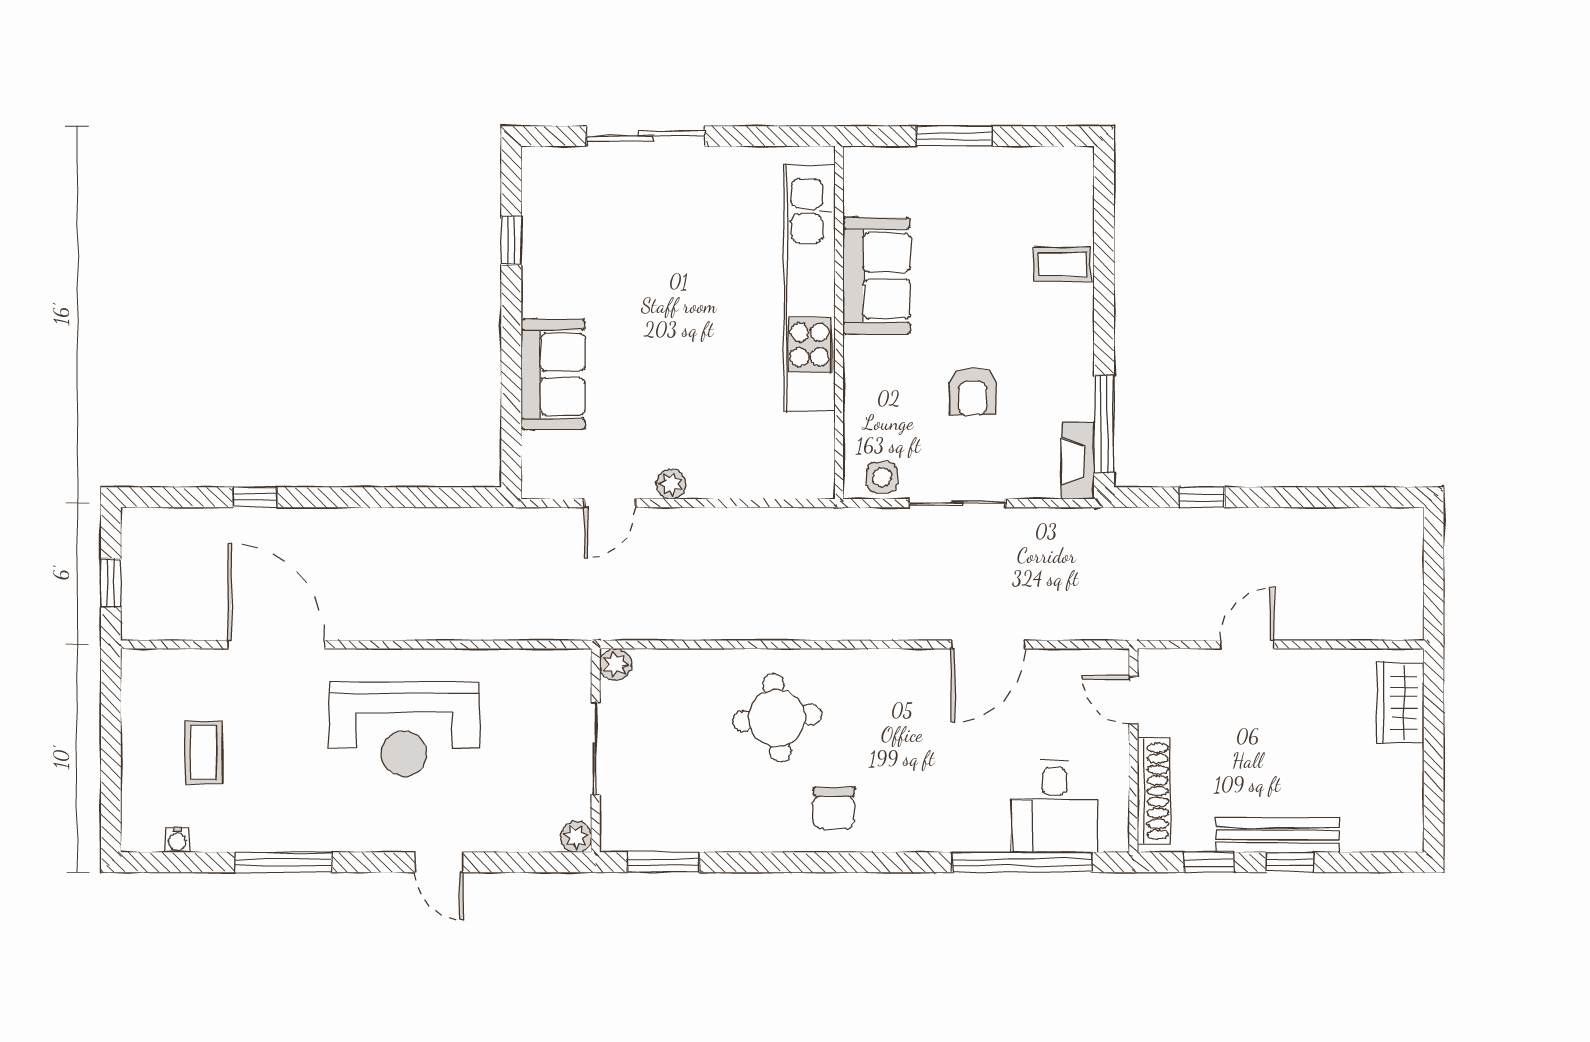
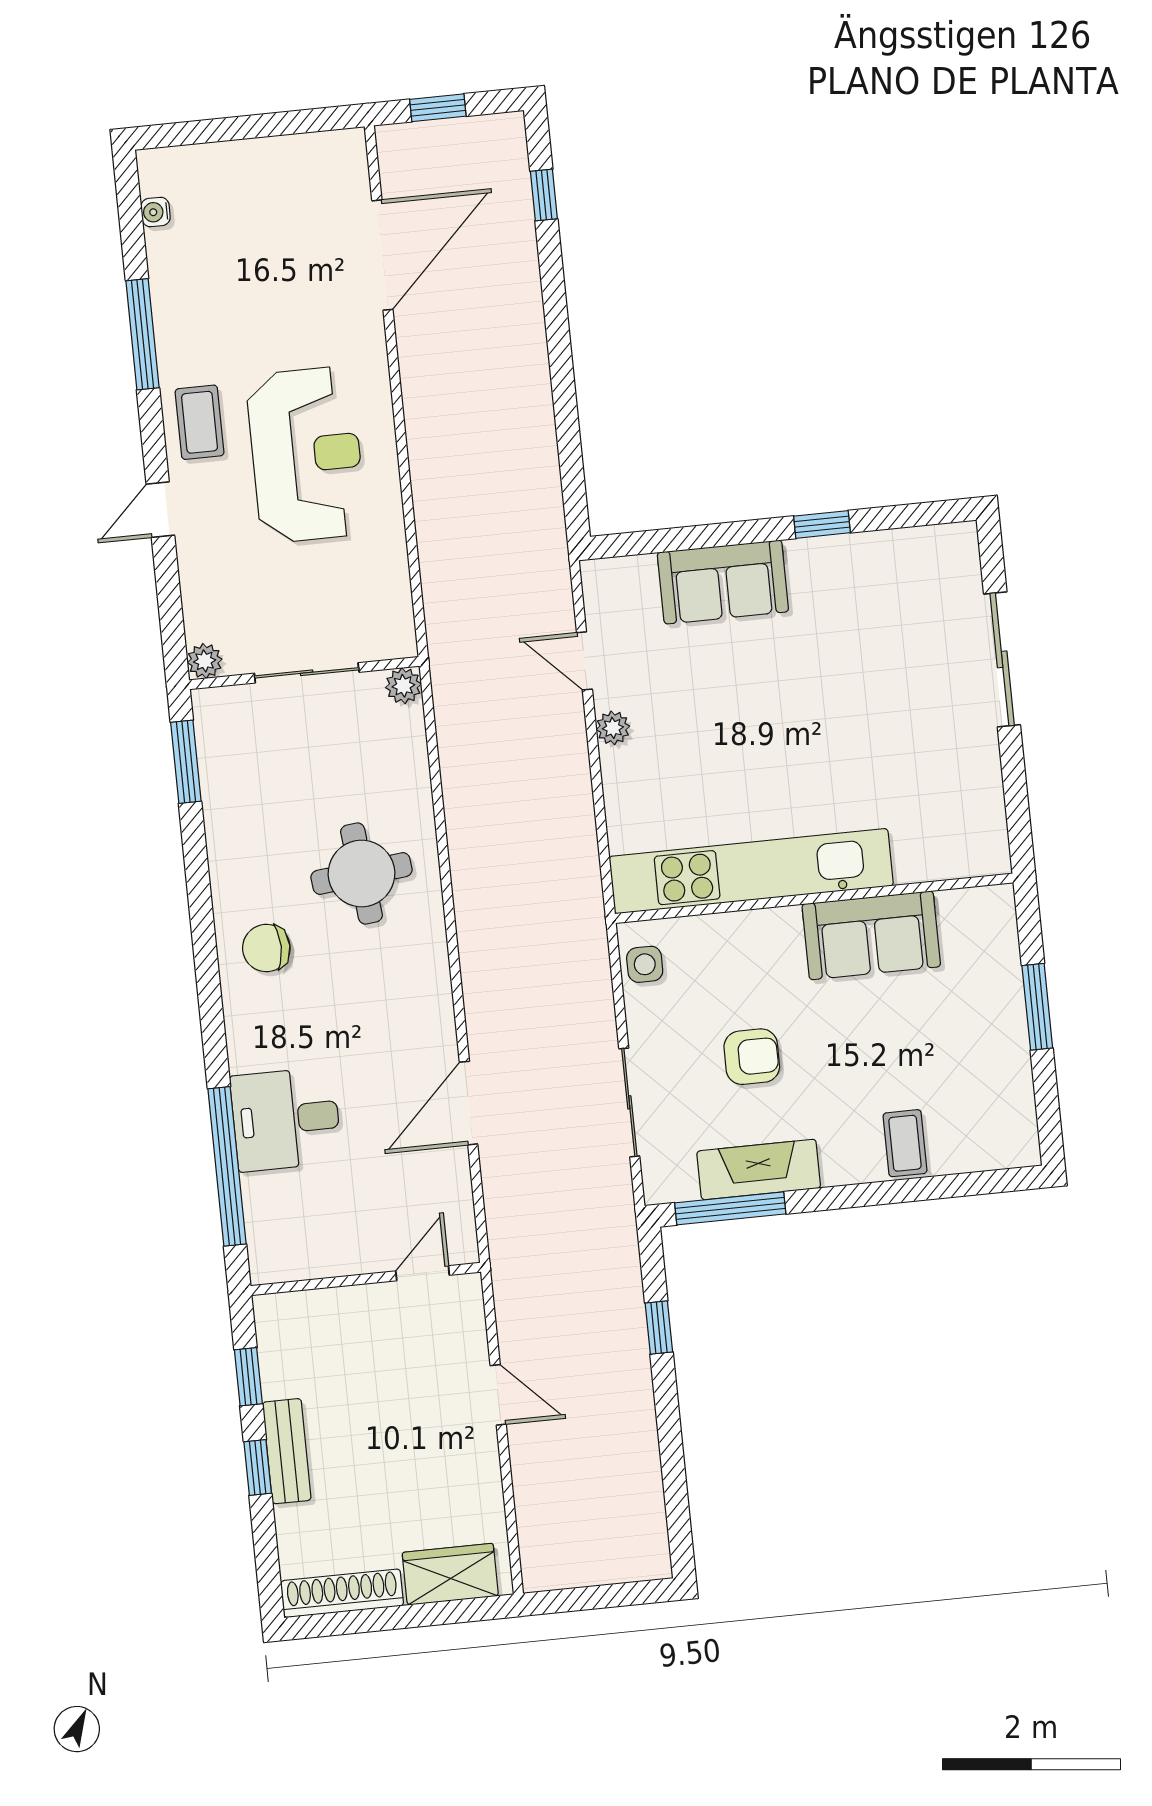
window: (511, 241) -> (822, 524), moved
kitchen unit: (810, 288) -> (751, 871), moved
armchair: (973, 392) -> (752, 1057), turned 180
fireplace: (1078, 461) -> (759, 1170), moved, width x1.37, depth x1.32
window: (255, 497) -> (544, 195), moved
sliding door: (957, 503) -> (629, 1102), moved
door: (276, 644) -> (382, 255), moved
door: (988, 644) -> (469, 1103), hinge flipped
reception desk: (404, 729) -> (306, 455), turned 180
coffee table: (204, 753) -> (200, 422), moved, turned 90
shoe rack: (1154, 791) -> (342, 1593), moved, turned 180
desk: (1054, 806) -> (286, 1119), moved
bench: (1278, 835) -> (287, 1451), width x0.73

